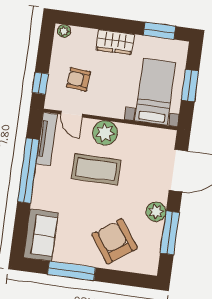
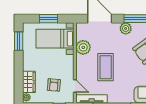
wardrobe: (115, 42) -> (29, 82), moved
door: (72, 114) -> (75, 86), hinge flipped
plant: (105, 133) -> (83, 47), moved

